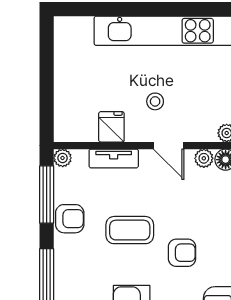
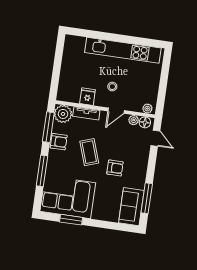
door: (169, 146) -> (116, 111), hinge flipped
plant: (63, 158) -> (63, 114), width x1.87, depth x1.87
coffee table: (130, 230) -> (89, 152), turned 71

